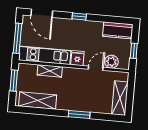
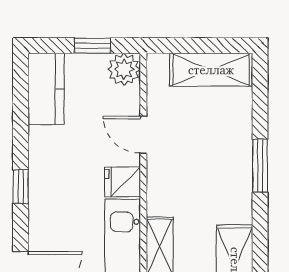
plant: (111, 62) -> (124, 69), moved

